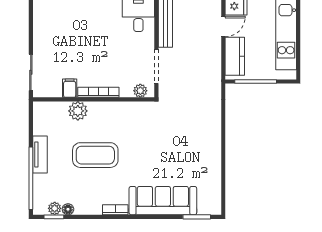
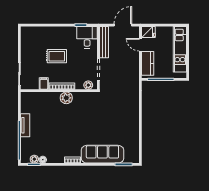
door: (223, 26) -> (140, 45), swing flipped
rug: (90, 45) -> (57, 56), added
plant: (78, 111) -> (66, 98), moved
coffee table: (95, 155) -> (60, 126), removed

